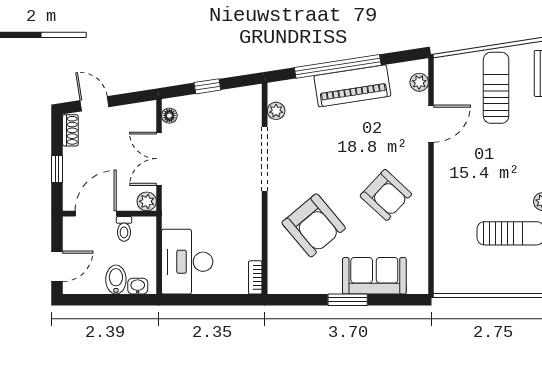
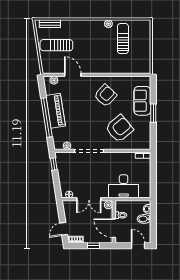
window: (207, 86) -> (54, 164), moved
desk: (187, 262) -> (124, 186), moved

